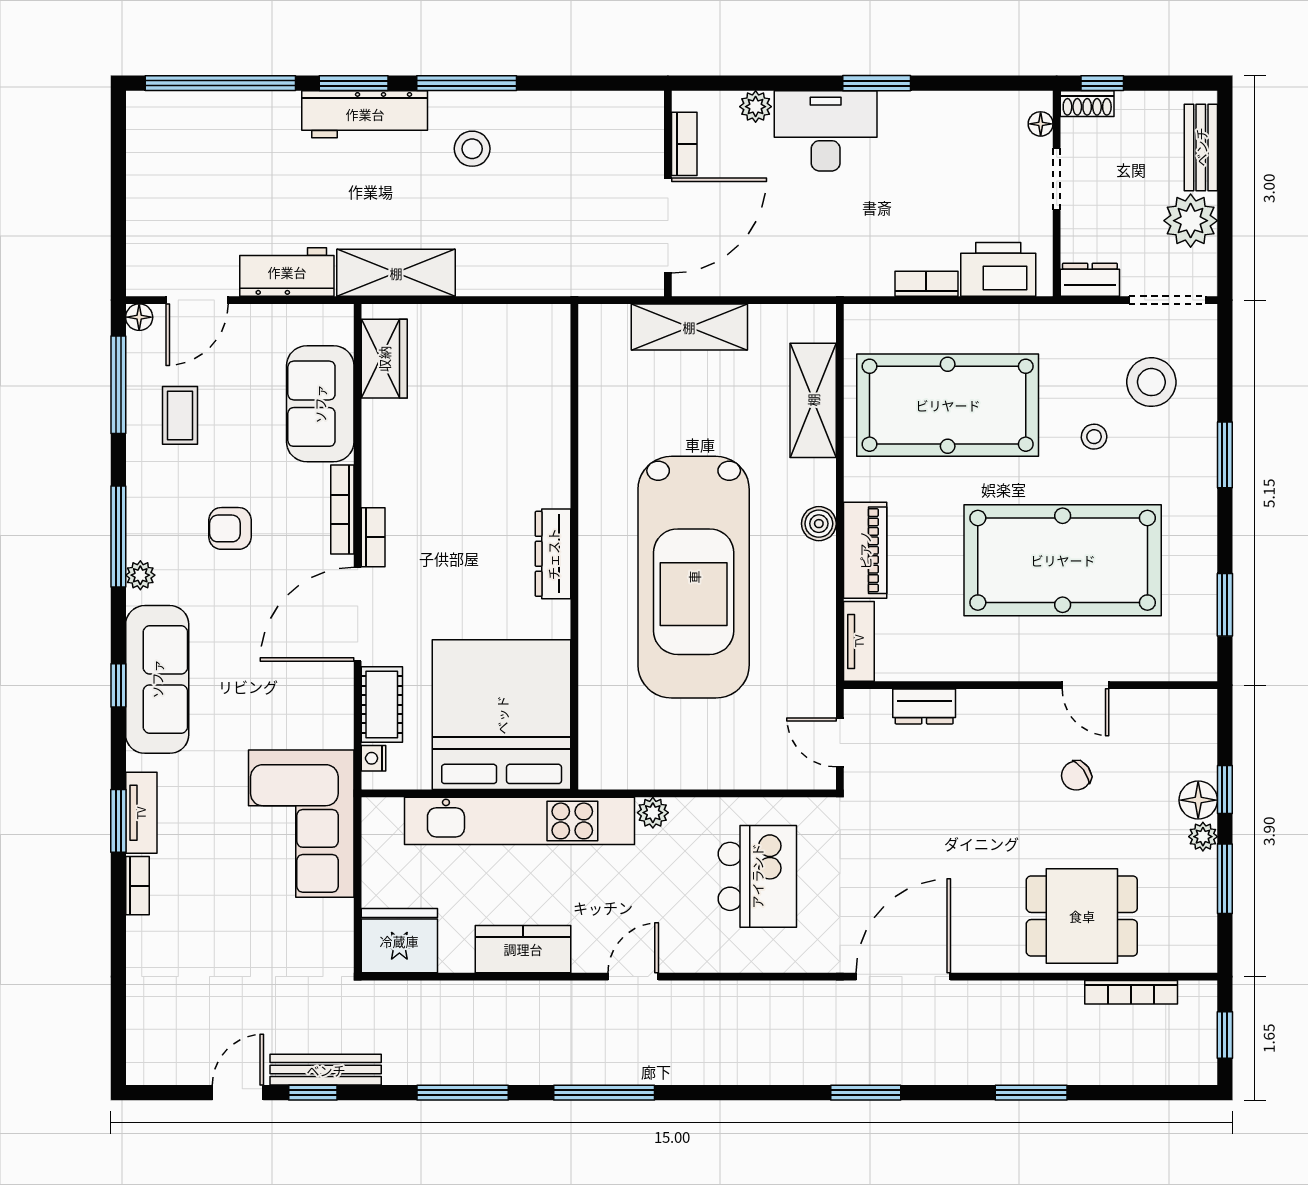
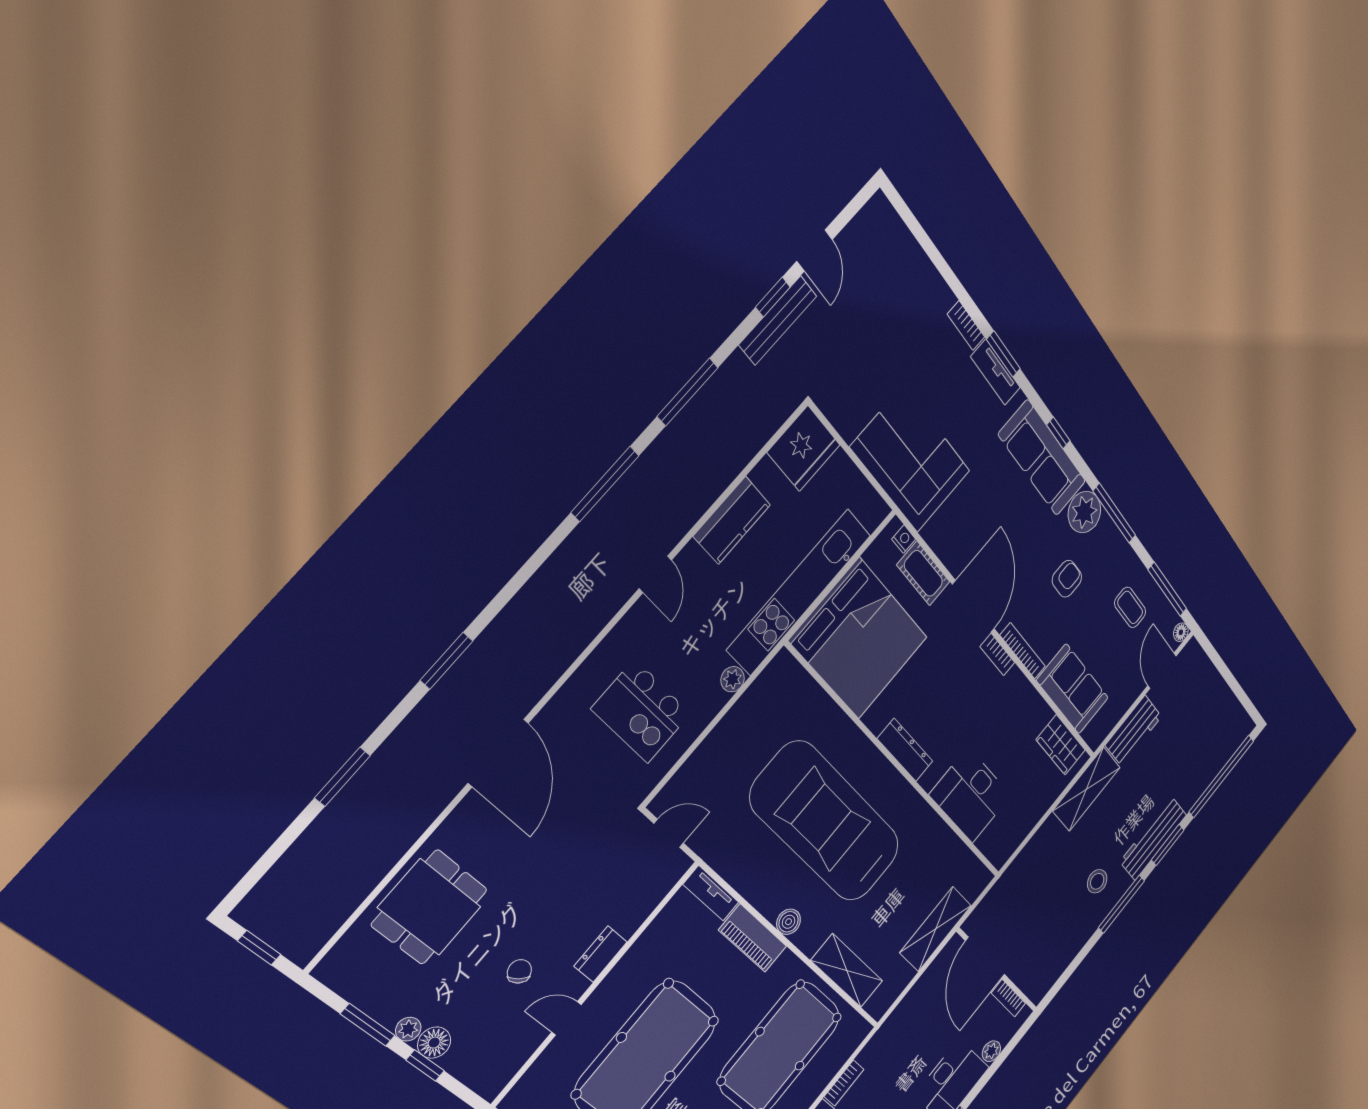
desk: (528, 425) -> (970, 795), added
plant: (140, 575) -> (1084, 512), width x1.87, depth x1.87
dresser: (924, 706) -> (601, 954), moved
bookcase: (1131, 992) -> (349, 903), removed

